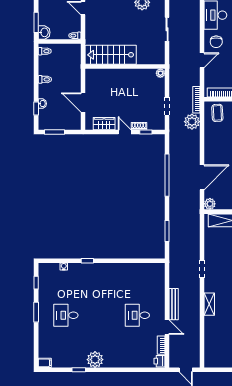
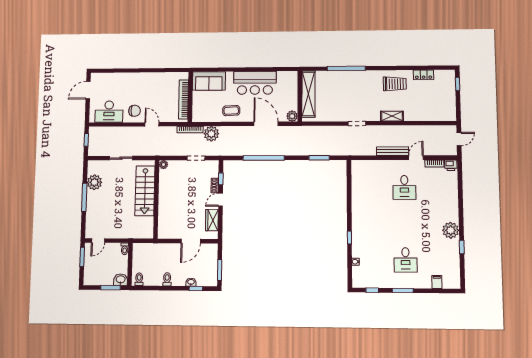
stairs: (111, 55) -> (145, 191), moved
coffee table: (217, 113) -> (231, 111), moved
filing cabinet: (45, 363) -> (437, 282), moved

